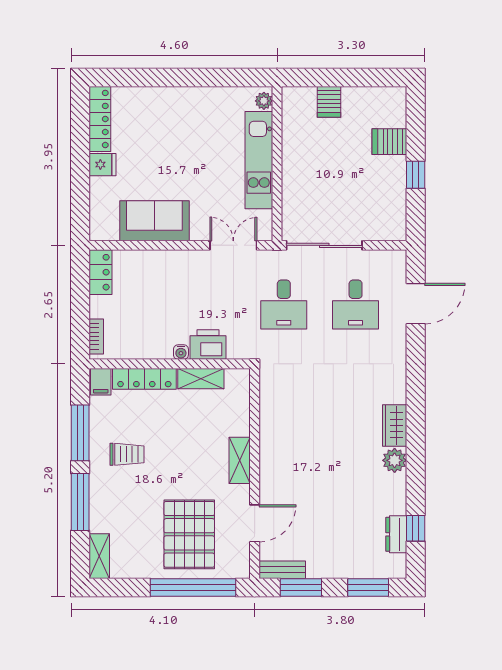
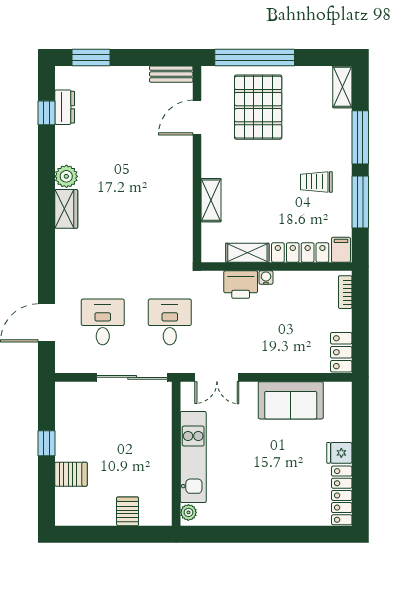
shelving: (240, 460) -> (211, 200), moved
window: (301, 588) -> (154, 57), removed

